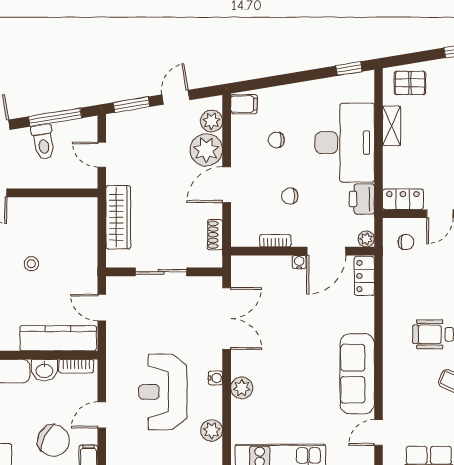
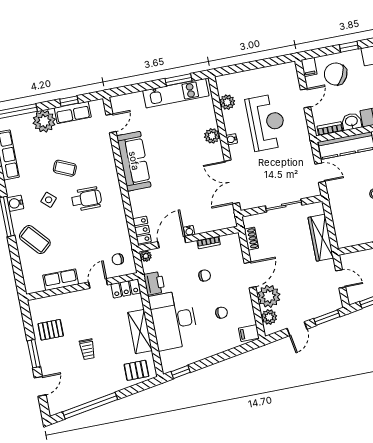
shelving: (392, 126) -> (140, 331), width x1.50, depth x1.33

